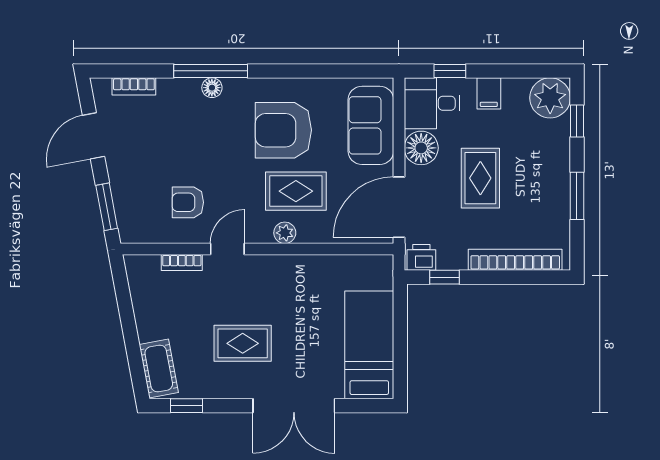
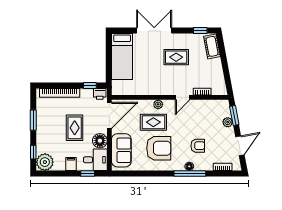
plant: (122, 191) -> (228, 122), added
armchair: (188, 202) -> (198, 146), moved

